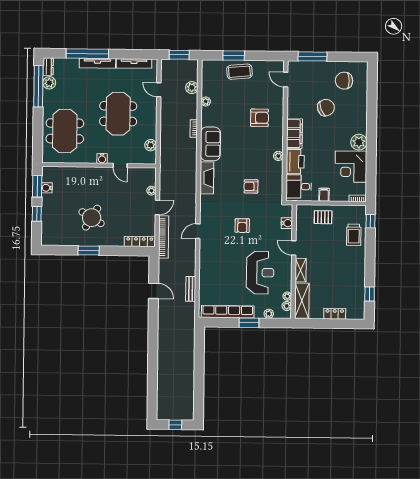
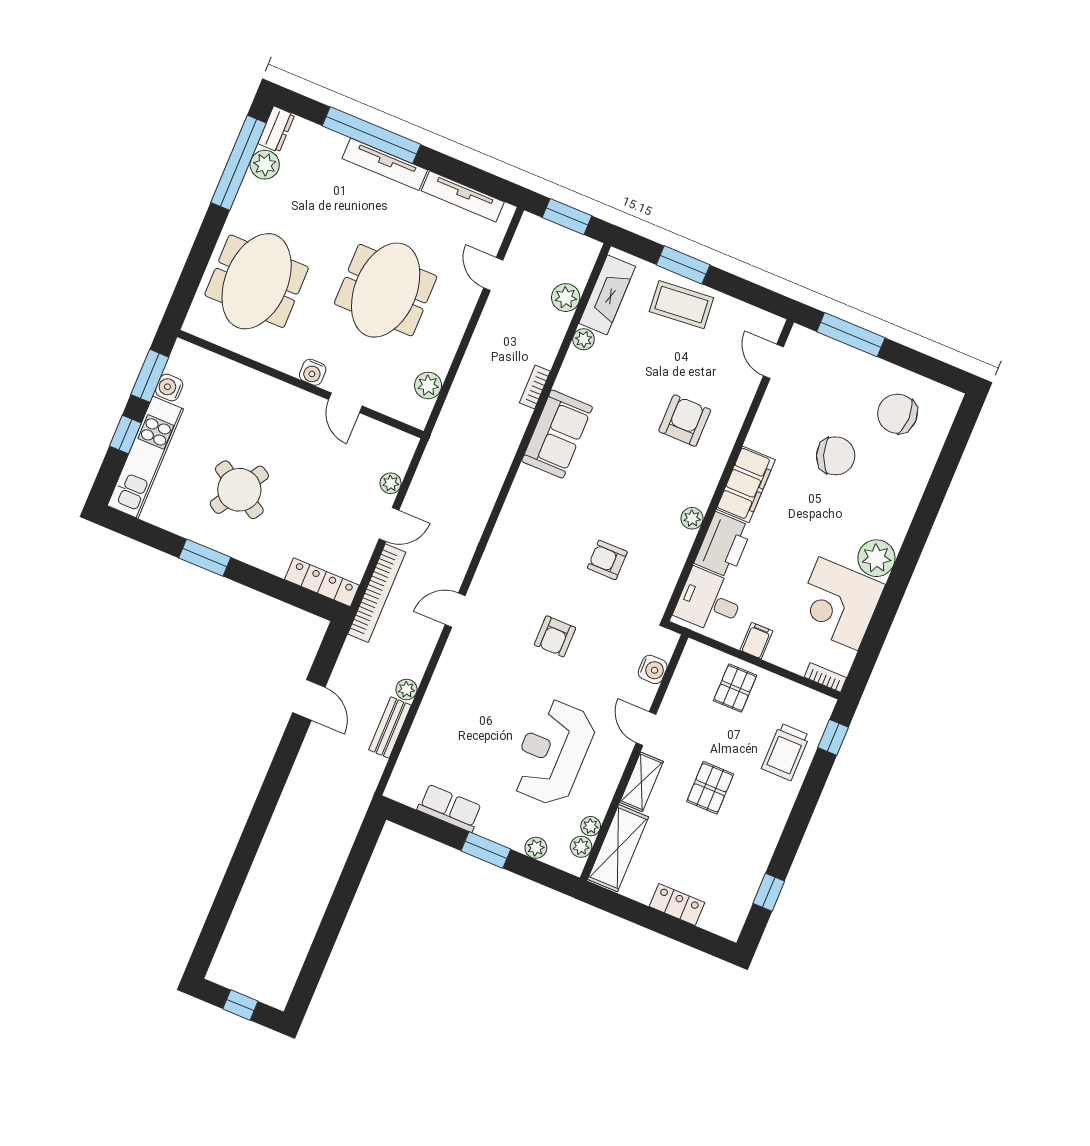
armchair: (260, 118) -> (685, 421), turned -90
fireplace: (207, 178) -> (607, 295), moved
pallet: (323, 217) -> (735, 688), turned 90
kitchen unit: (49, 220) -> (145, 457), added
pallet: (329, 261) -> (710, 788), added
plant: (191, 271) -> (406, 689), added
reception desk: (260, 273) -> (553, 752), turned 180
row of seats: (228, 312) -> (450, 808), width x0.50

